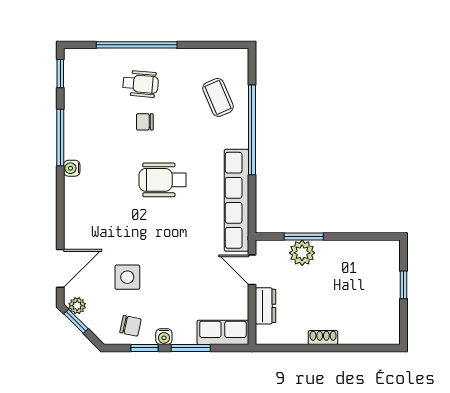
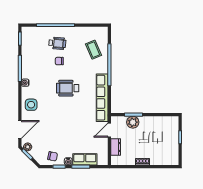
door: (252, 270) -> (109, 130), hinge flipped
side table: (127, 277) -> (31, 105), moved
row of seats: (223, 332) -> (85, 159), moved

